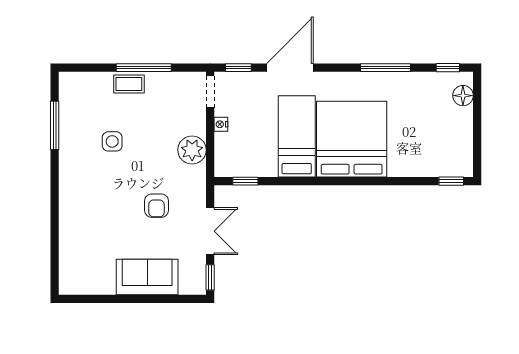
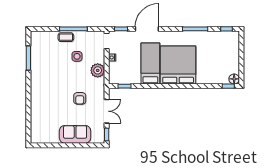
floor lamp: (463, 96) -> (234, 79), moved
side table: (112, 141) -> (77, 56), moved

